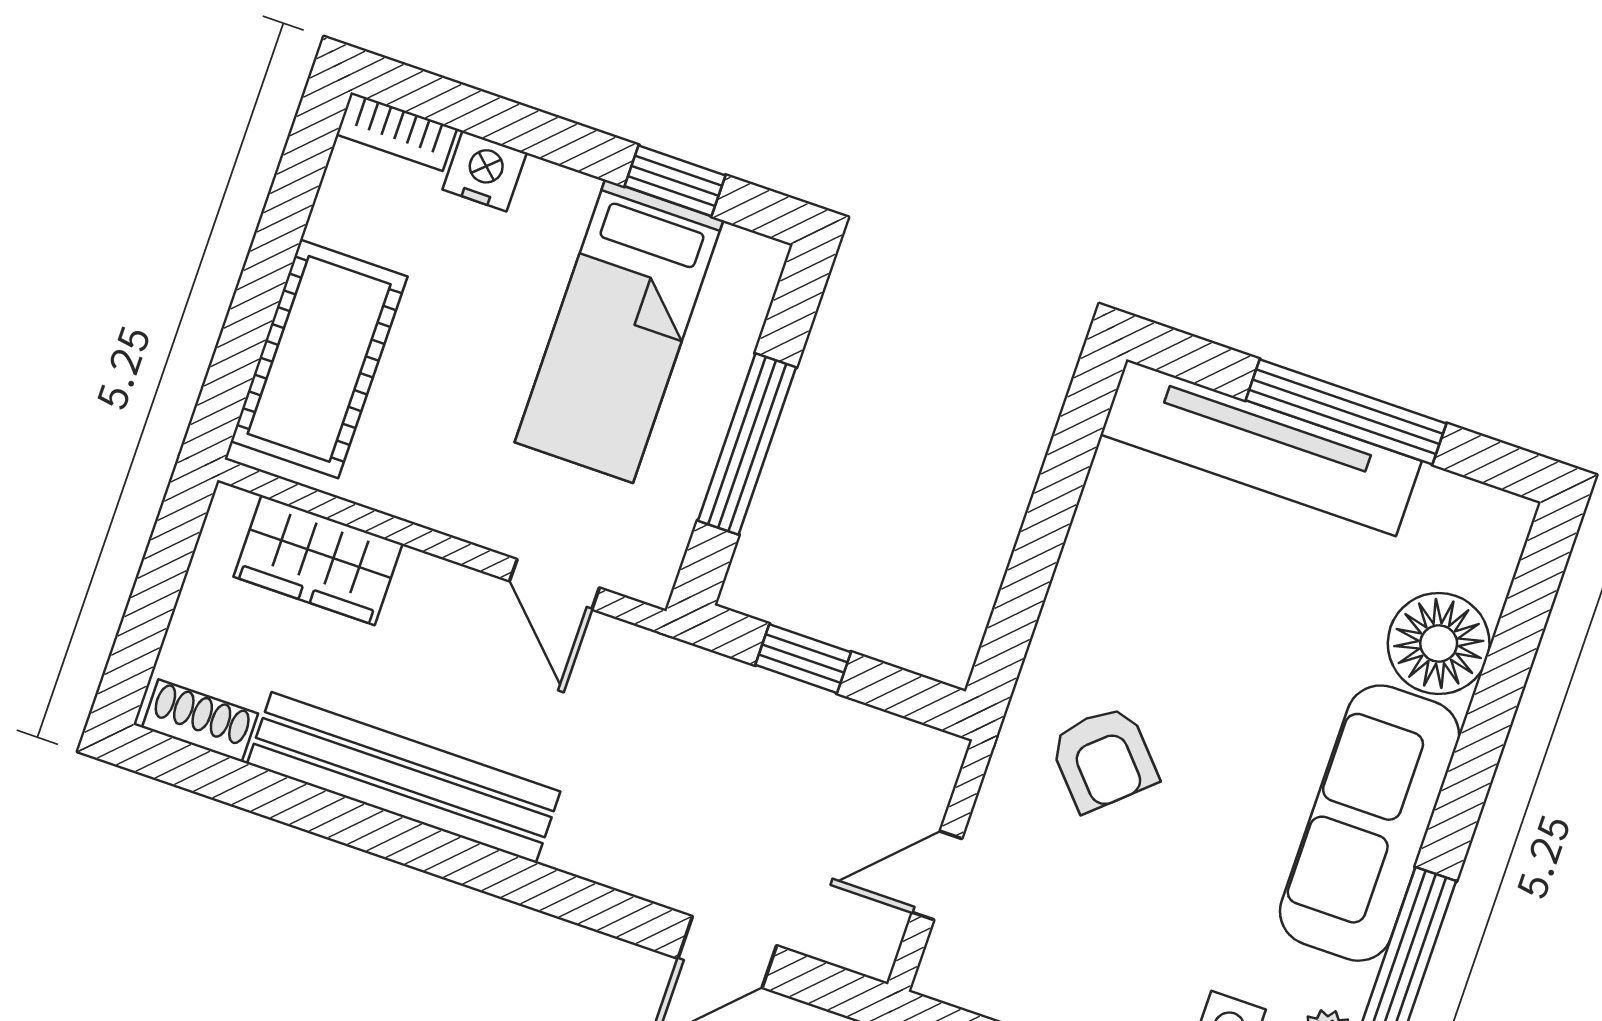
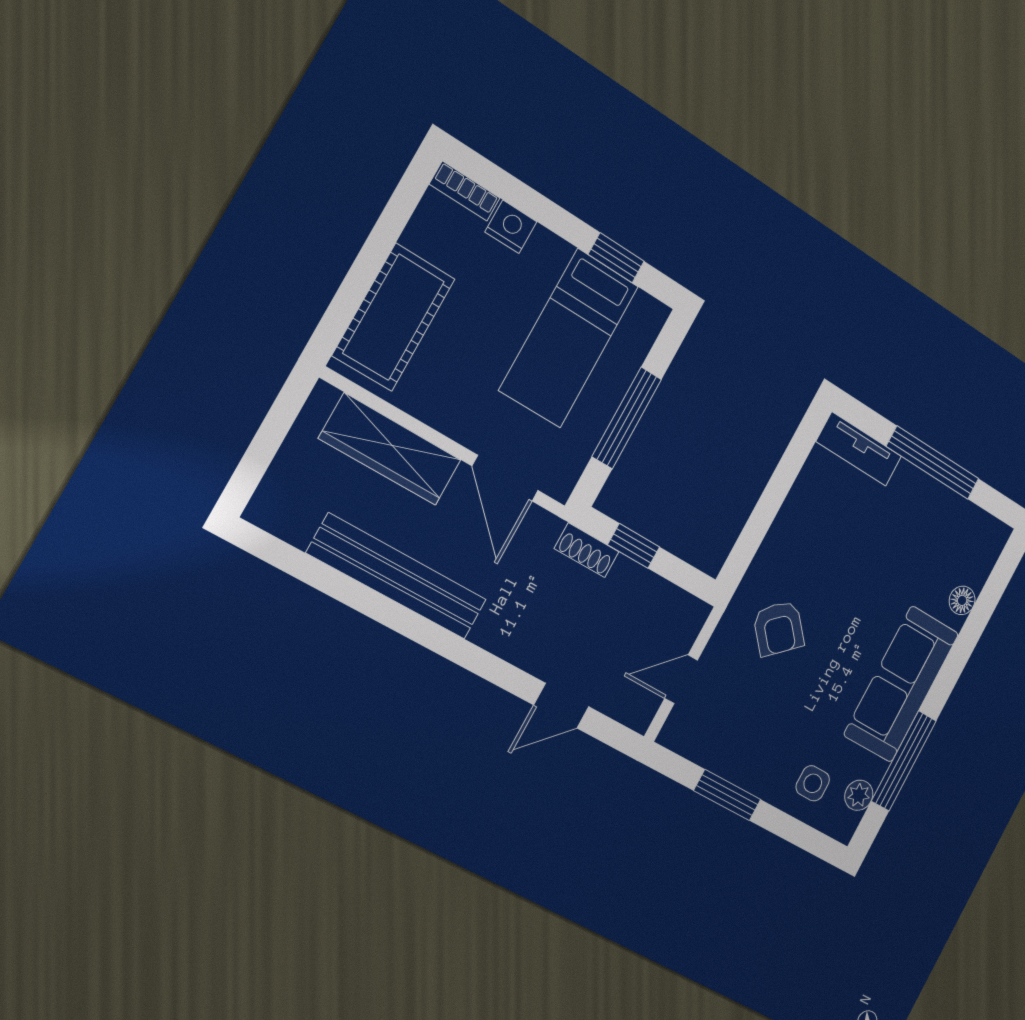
tv unit: (1261, 448) -> (859, 449), width x0.52, depth x0.78
wardrobe: (318, 560) -> (390, 449), width x1.50
door: (554, 584) -> (505, 478), width x1.38
floor lamp: (1439, 644) -> (962, 600), width x0.53, depth x0.53
shoe rack: (200, 721) -> (587, 550), moved, turned 180

